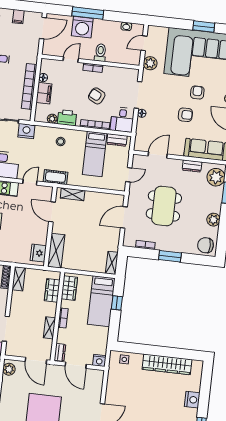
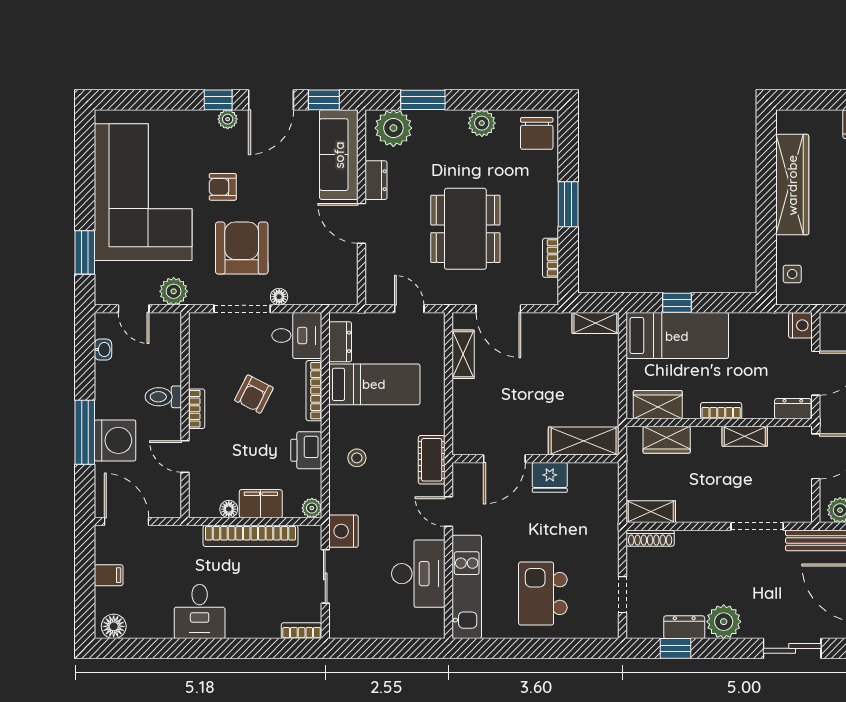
window: (204, 27) -> (85, 252), moved
armchair: (185, 115) -> (242, 248), moved, width x1.88, depth x1.88
plant: (52, 119) -> (312, 508), moved
door: (158, 155) -> (361, 223), moved
shelving: (73, 194) -> (463, 354), moved
dining table: (164, 206) -> (465, 229), turned 90
fridge: (38, 253) -> (550, 477), moved

